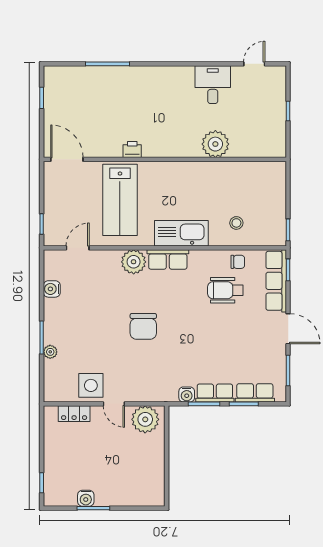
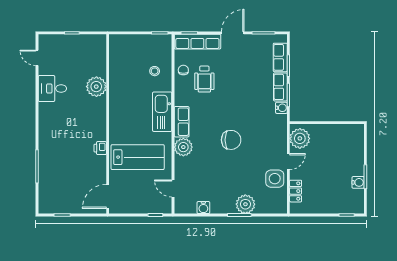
plant: (50, 352) -> (245, 204), width x1.88, depth x1.88

